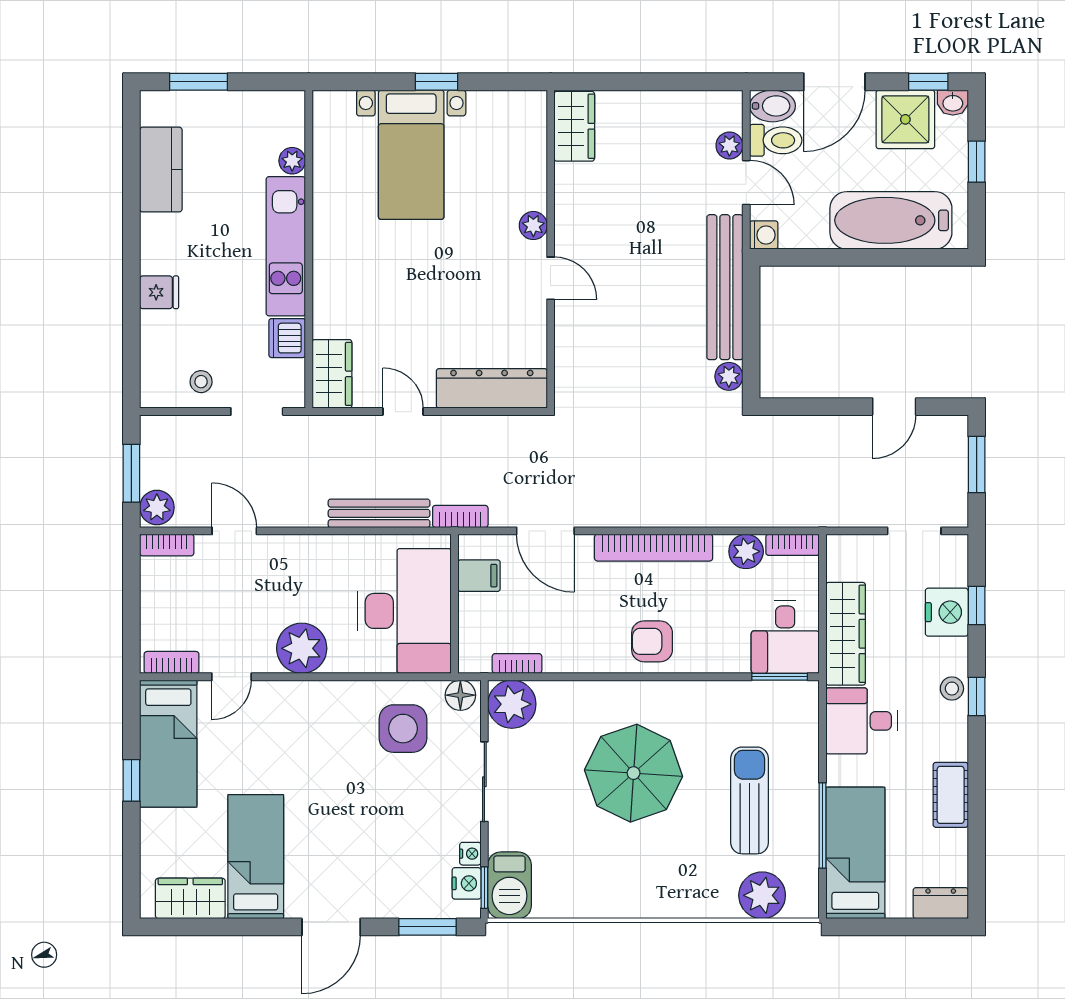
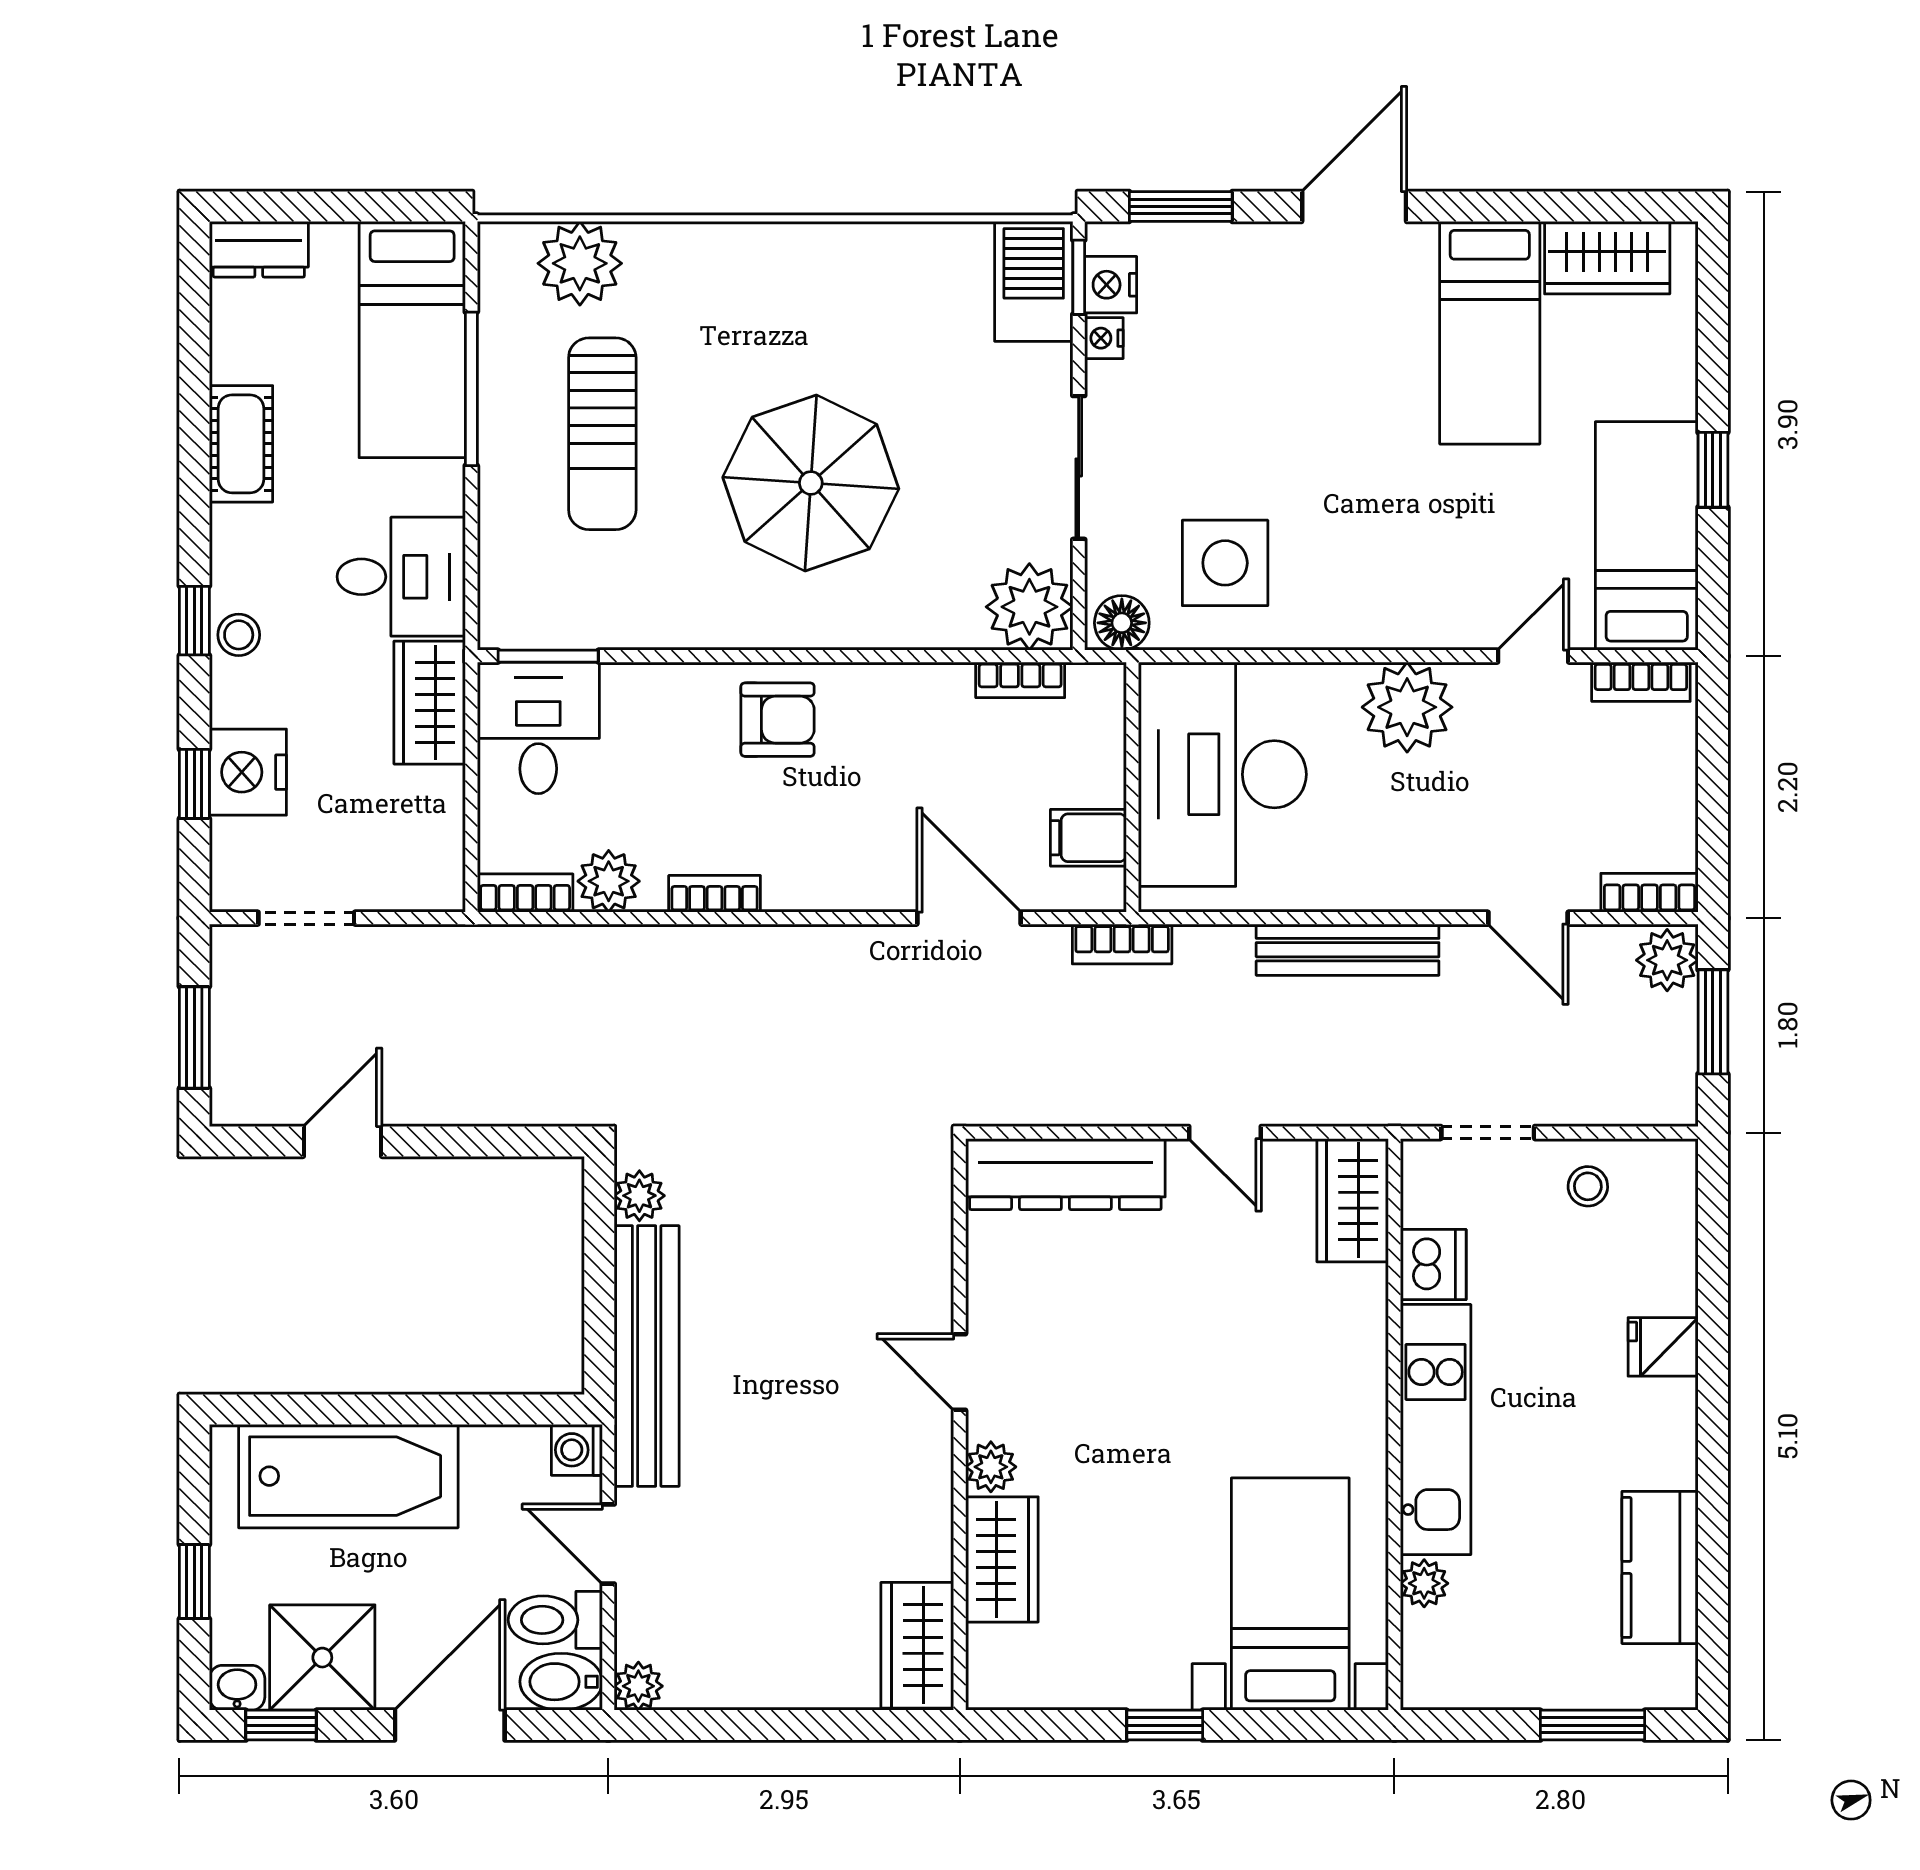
plant: (729, 145) -> (638, 1686), moved
bed with nightstands: (411, 155) -> (1290, 1594), moved
wardrobe: (527, 174) -> (1002, 1559), added
bench: (379, 513) -> (1348, 950), moved
bookcase: (654, 548) -> (715, 894), width x0.43, depth x0.76
wardrobe: (846, 634) -> (430, 703), width x0.67

